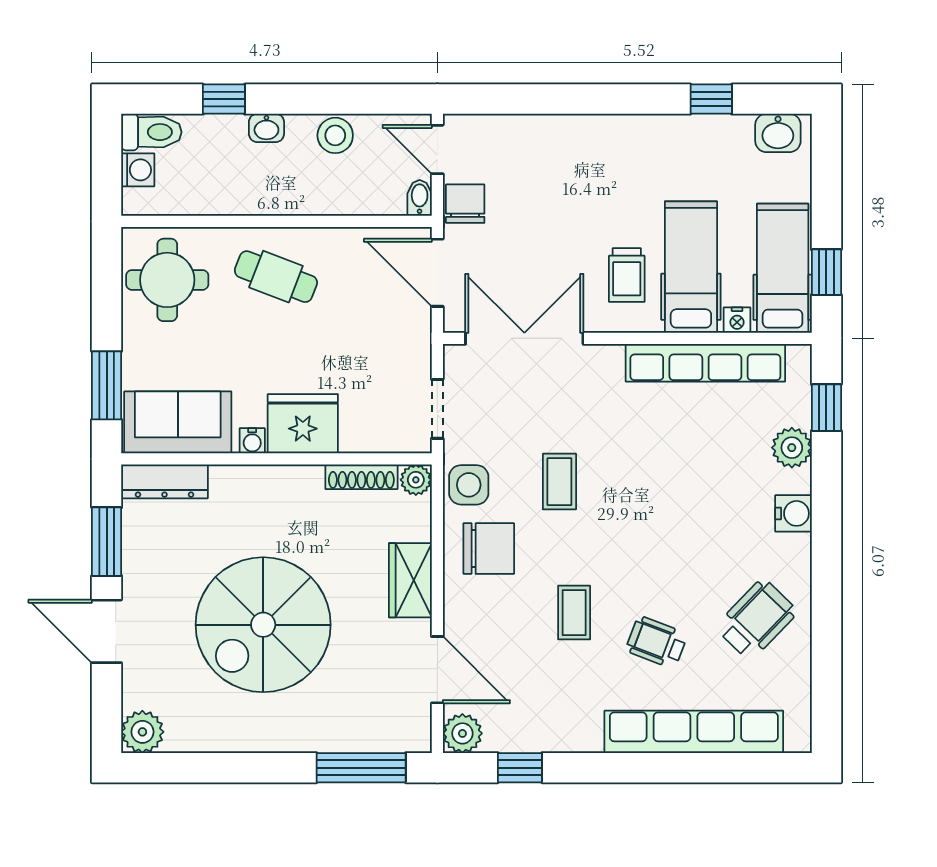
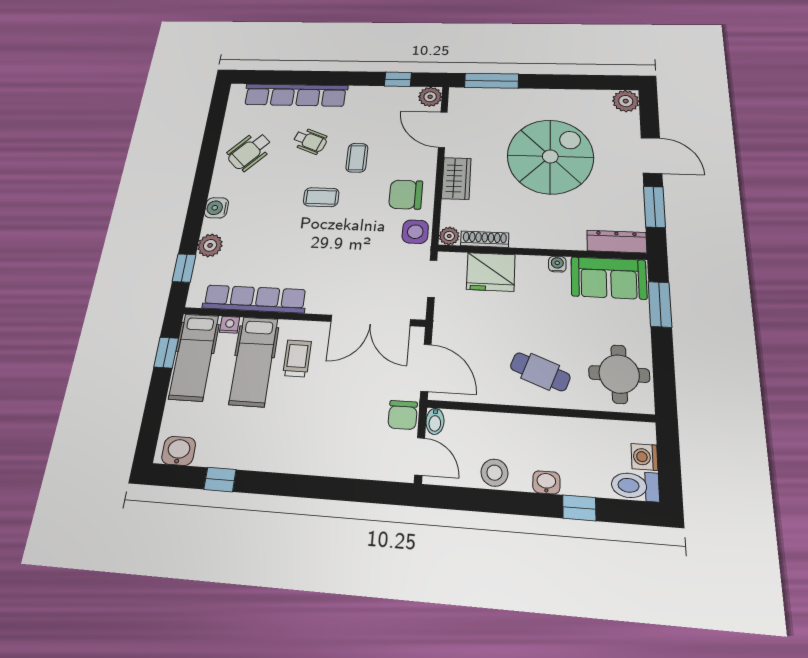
fridge: (303, 424) -> (491, 272), moved
coffee table: (559, 482) -> (321, 197), moved, turned 90

